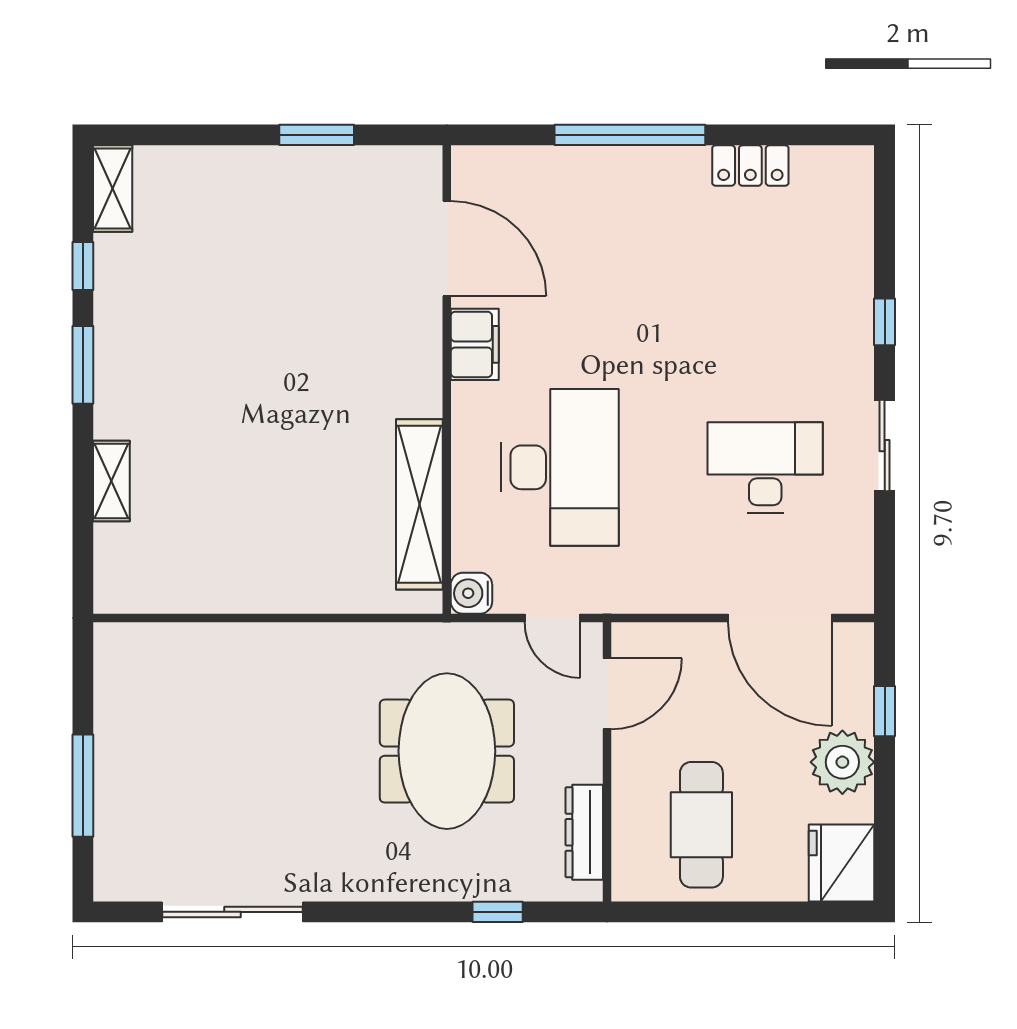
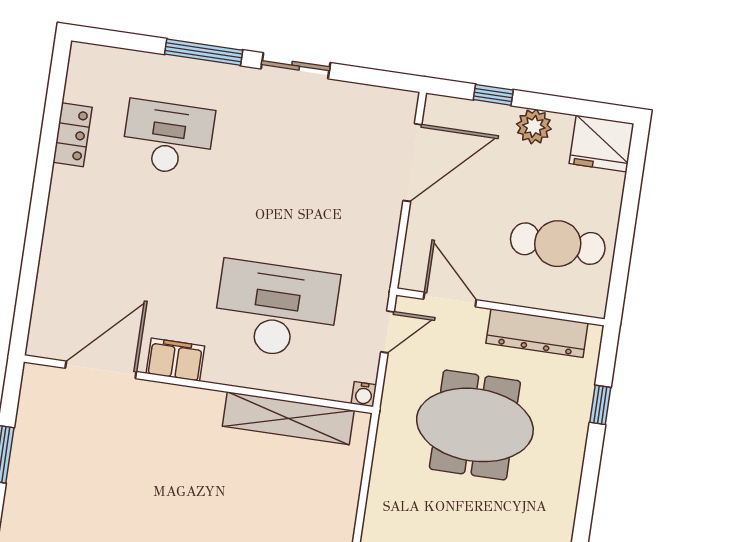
window: (630, 135) -> (36, 221), removed
window: (885, 322) -> (204, 52), width x2.17
desk: (765, 467) -> (168, 138), moved, turned 90
water cooler: (471, 593) -> (364, 394), width x0.72, depth x0.72
plant: (842, 762) -> (534, 126), width x0.73, depth x0.73
dresser: (584, 832) -> (537, 333), width x1.37, depth x1.24

